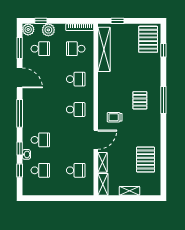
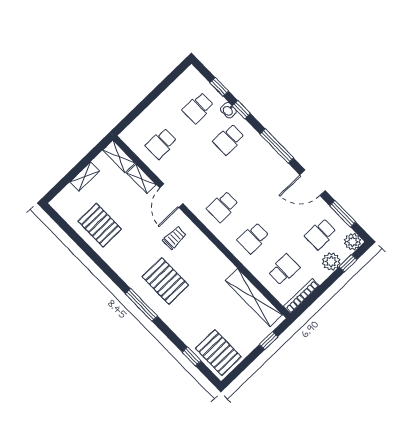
pallet: (140, 100) -> (165, 281), width x1.50, depth x1.42

